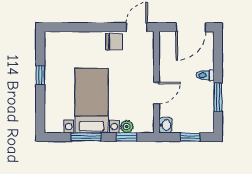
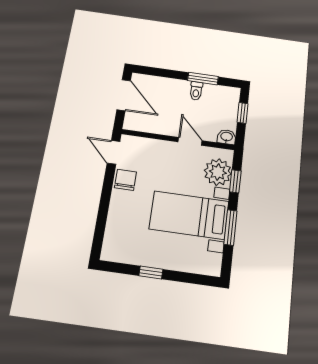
toilet: (205, 75) -> (196, 91), moved
plant: (127, 127) -> (218, 172), width x1.87, depth x1.87

